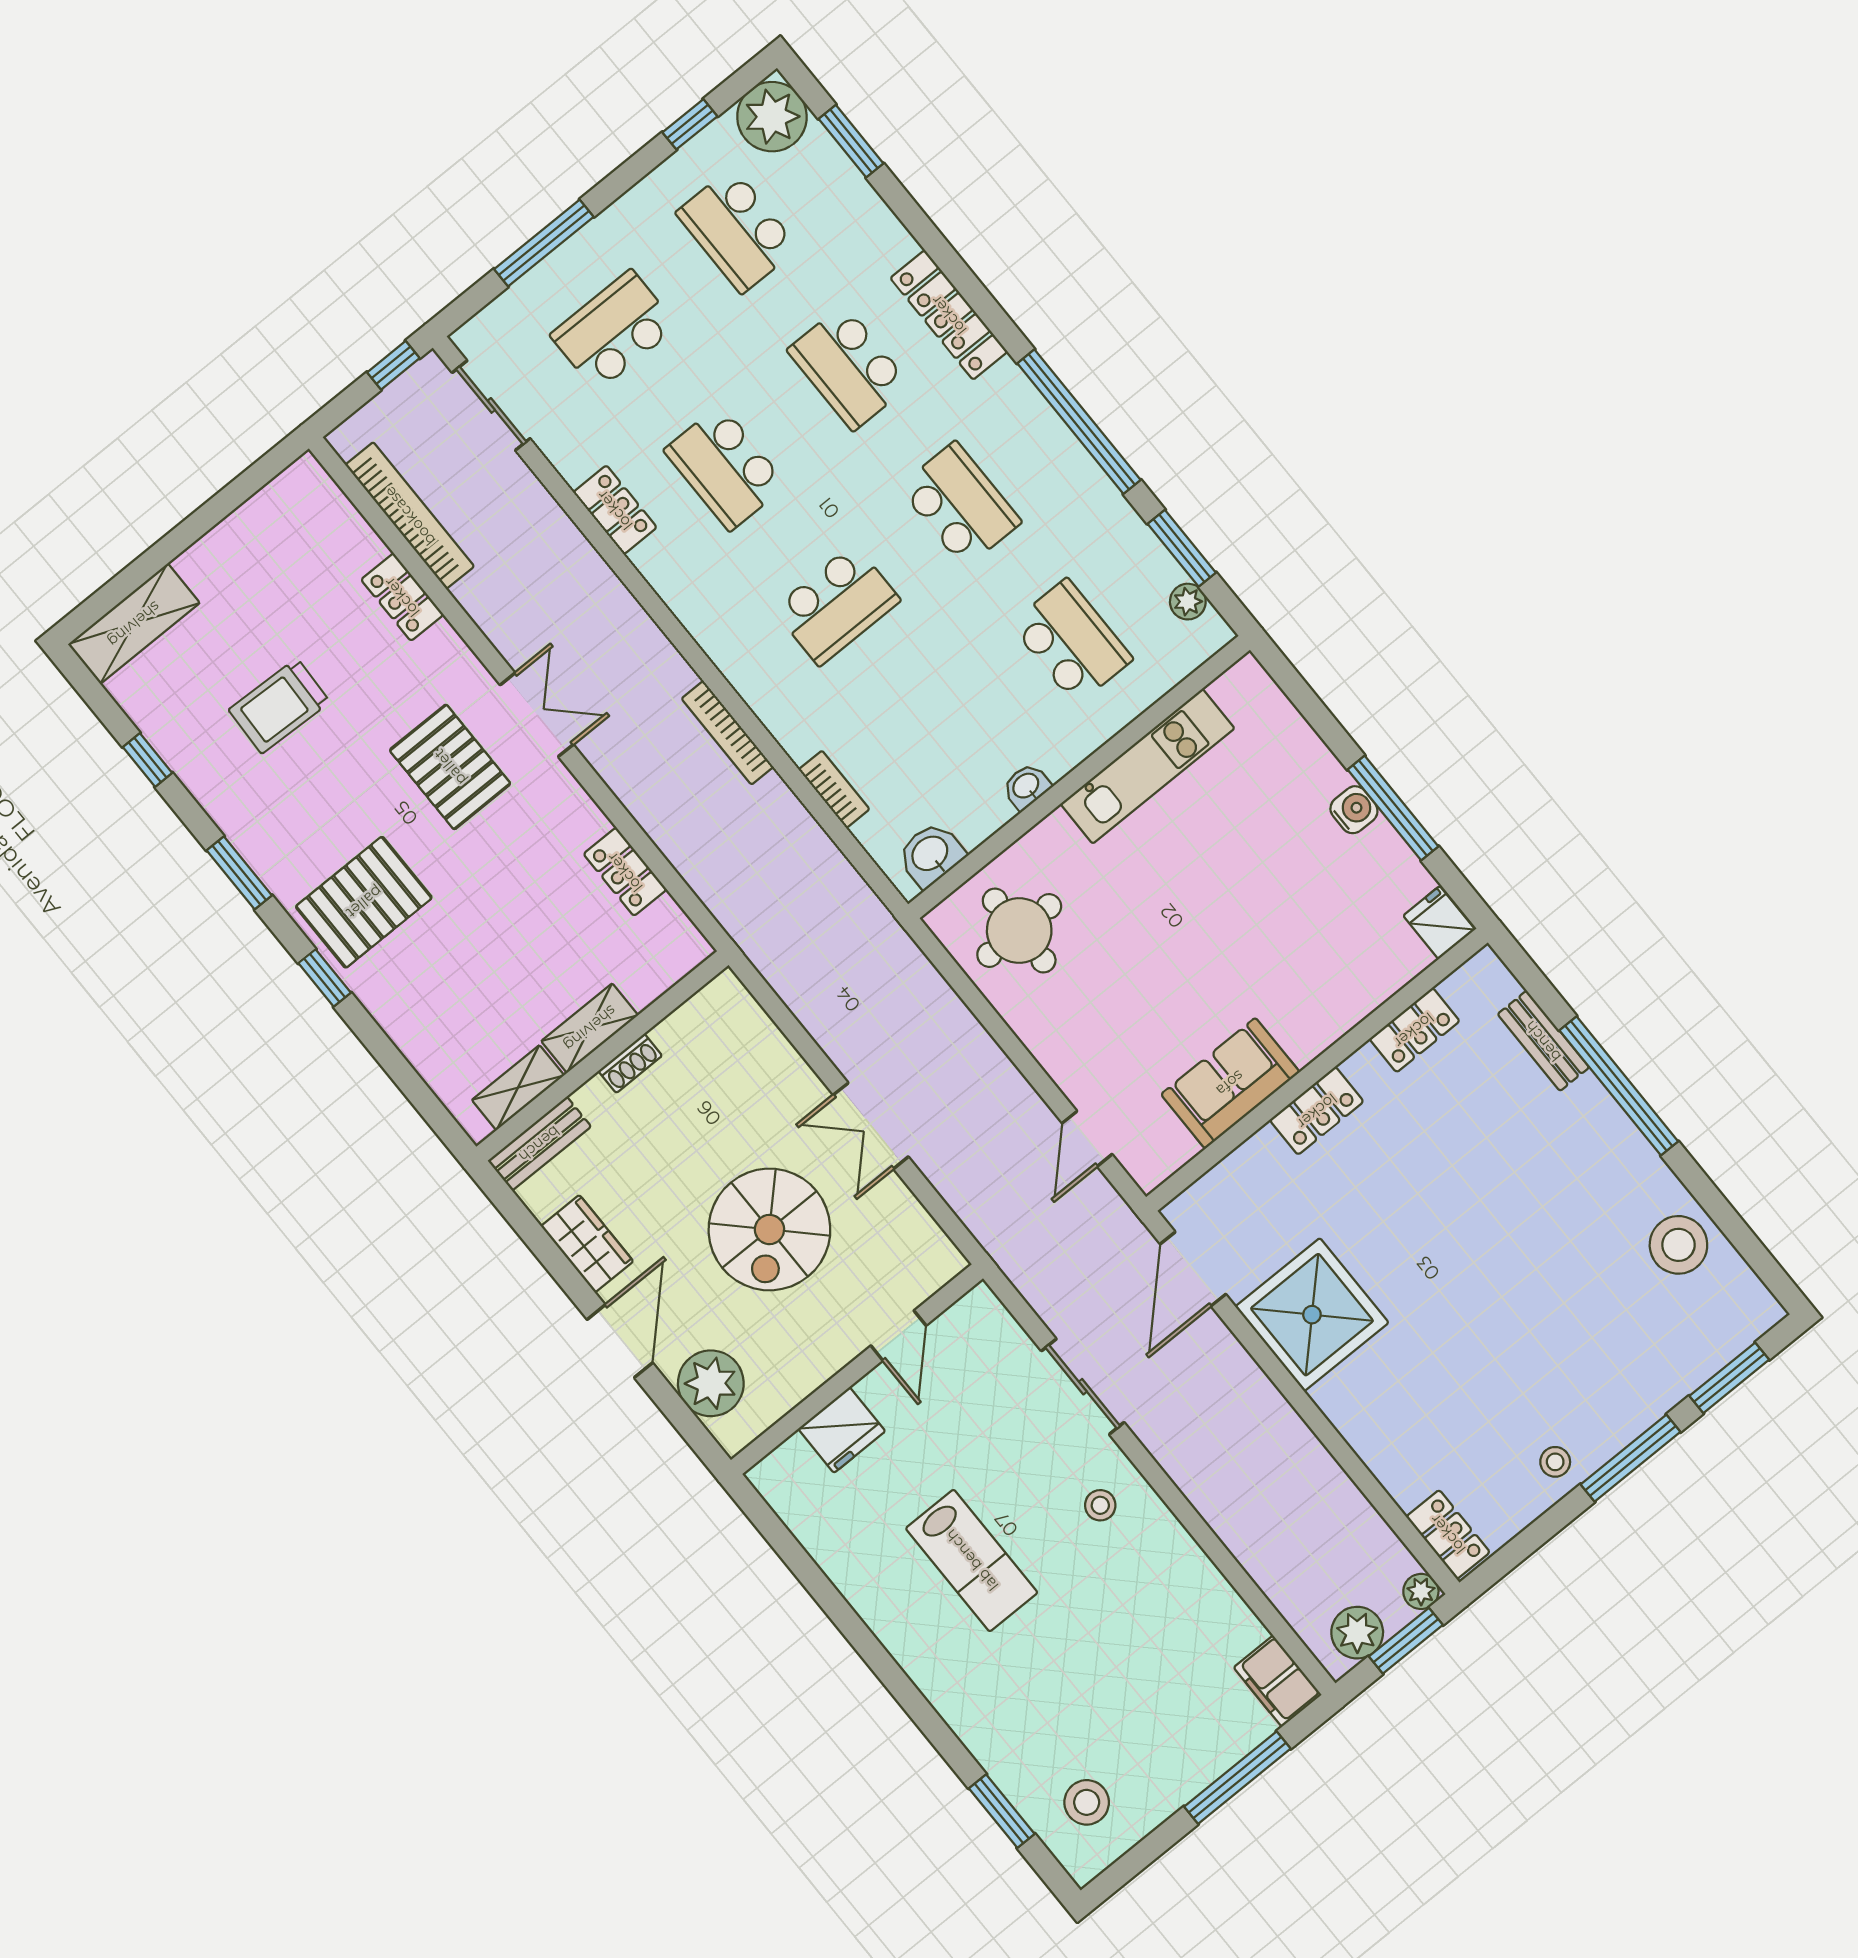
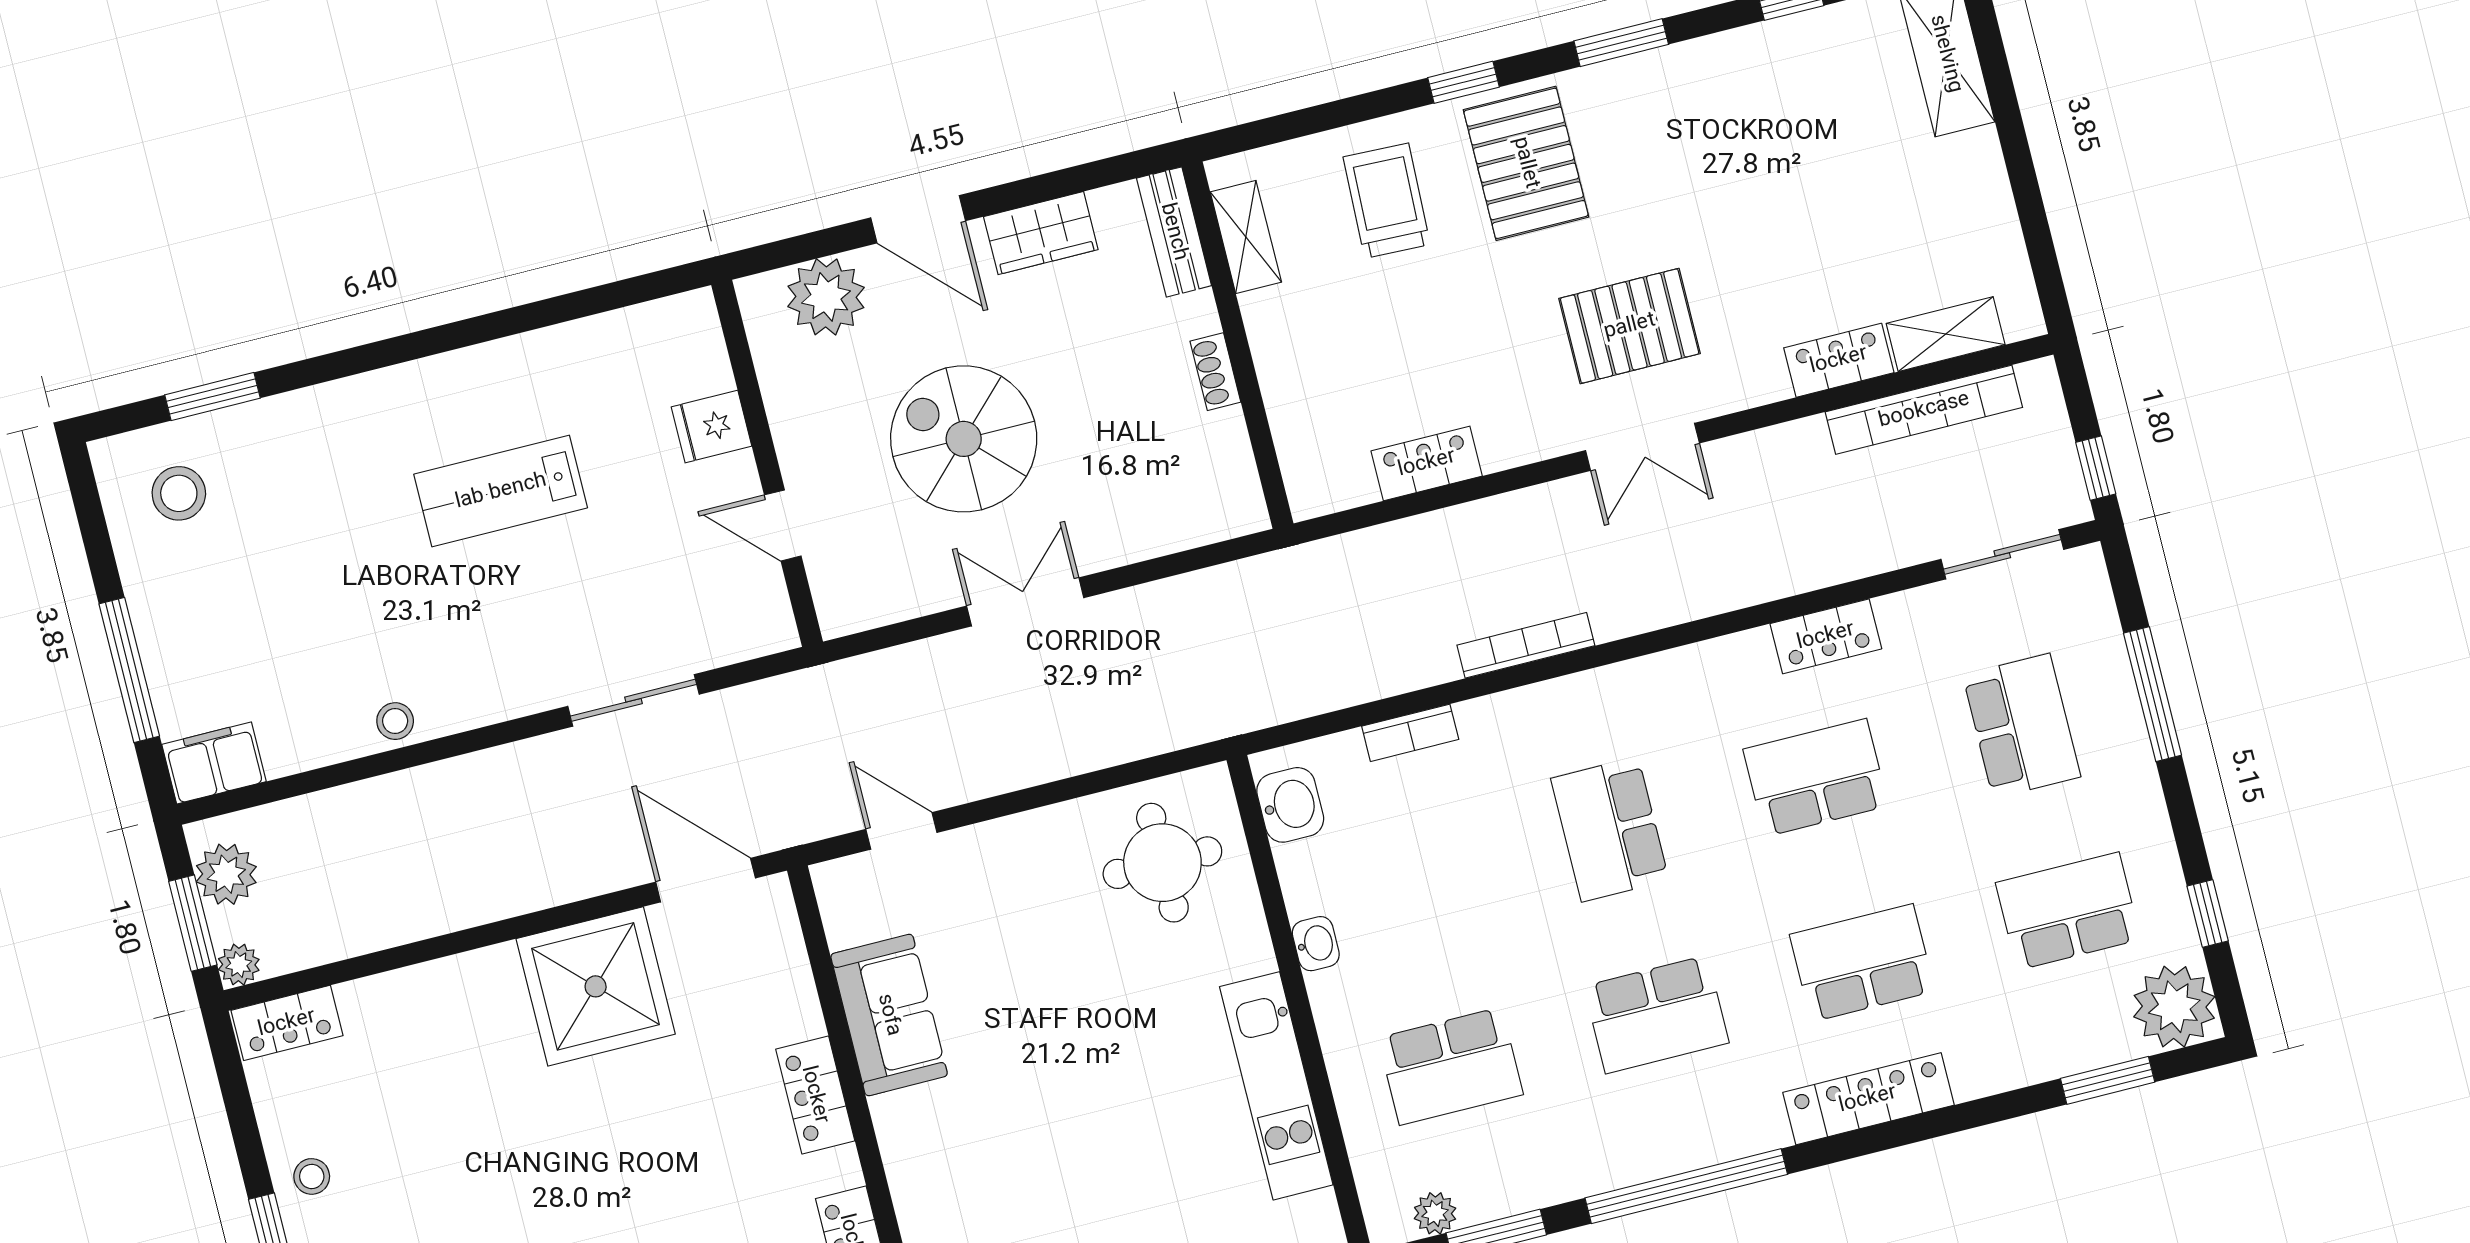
trolley: (279, 706) -> (1387, 201), moved
shelving: (590, 1028) -> (1946, 334), moved, turned 90
fridge: (842, 1430) -> (711, 427), width x0.72
stool: (1100, 1505) -> (395, 721), moved

